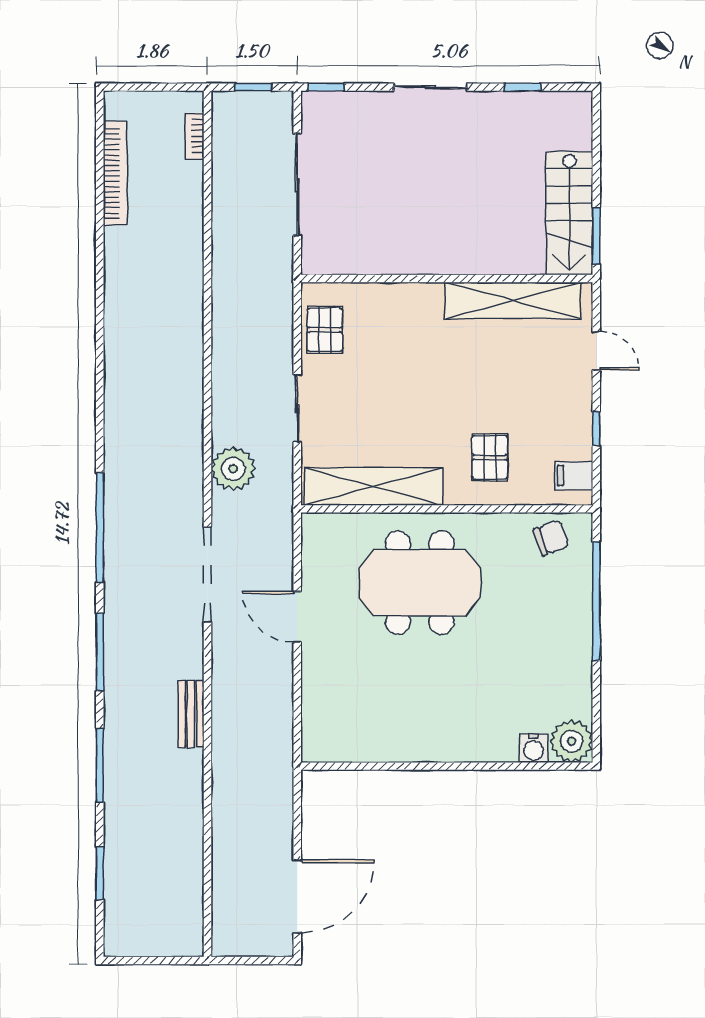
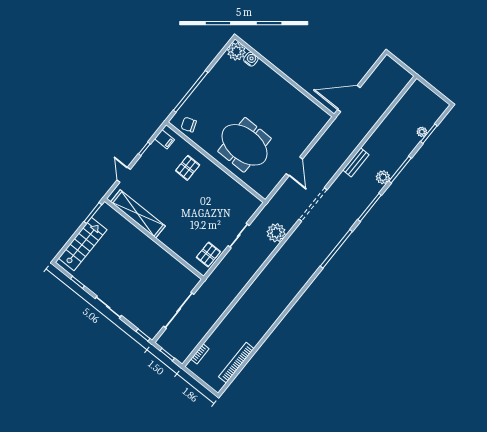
stairs: (569, 213) -> (83, 244), moved
shelving: (374, 486) -> (234, 189), removed
plant: (120, 727) -> (383, 177), added
plant: (115, 866) -> (422, 132), added
door: (297, 896) -> (349, 99), moved

